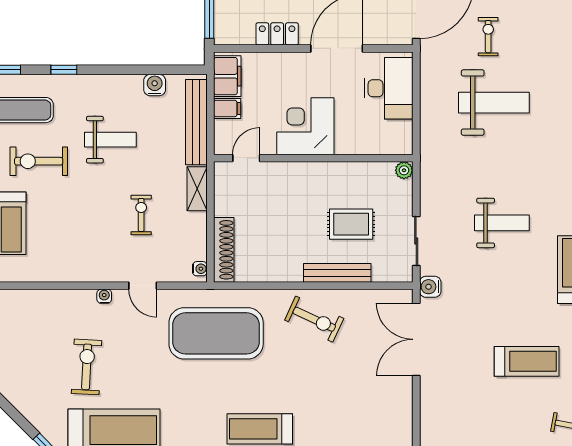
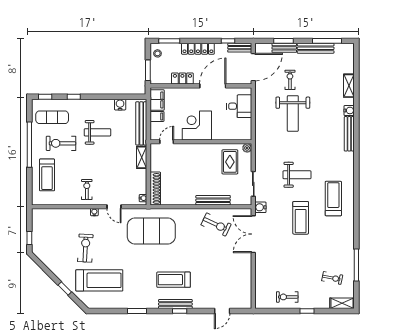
desk: (389, 88) -> (239, 106), width x0.73
weight bench: (494, 103) -> (293, 113), turned 90
exercise bike: (141, 215) -> (87, 189), moved
rug: (351, 224) -> (230, 162), moved, turned 90
exercise bike: (314, 319) -> (216, 225), moved
treadmill: (527, 361) -> (301, 218), moved, turned 90

